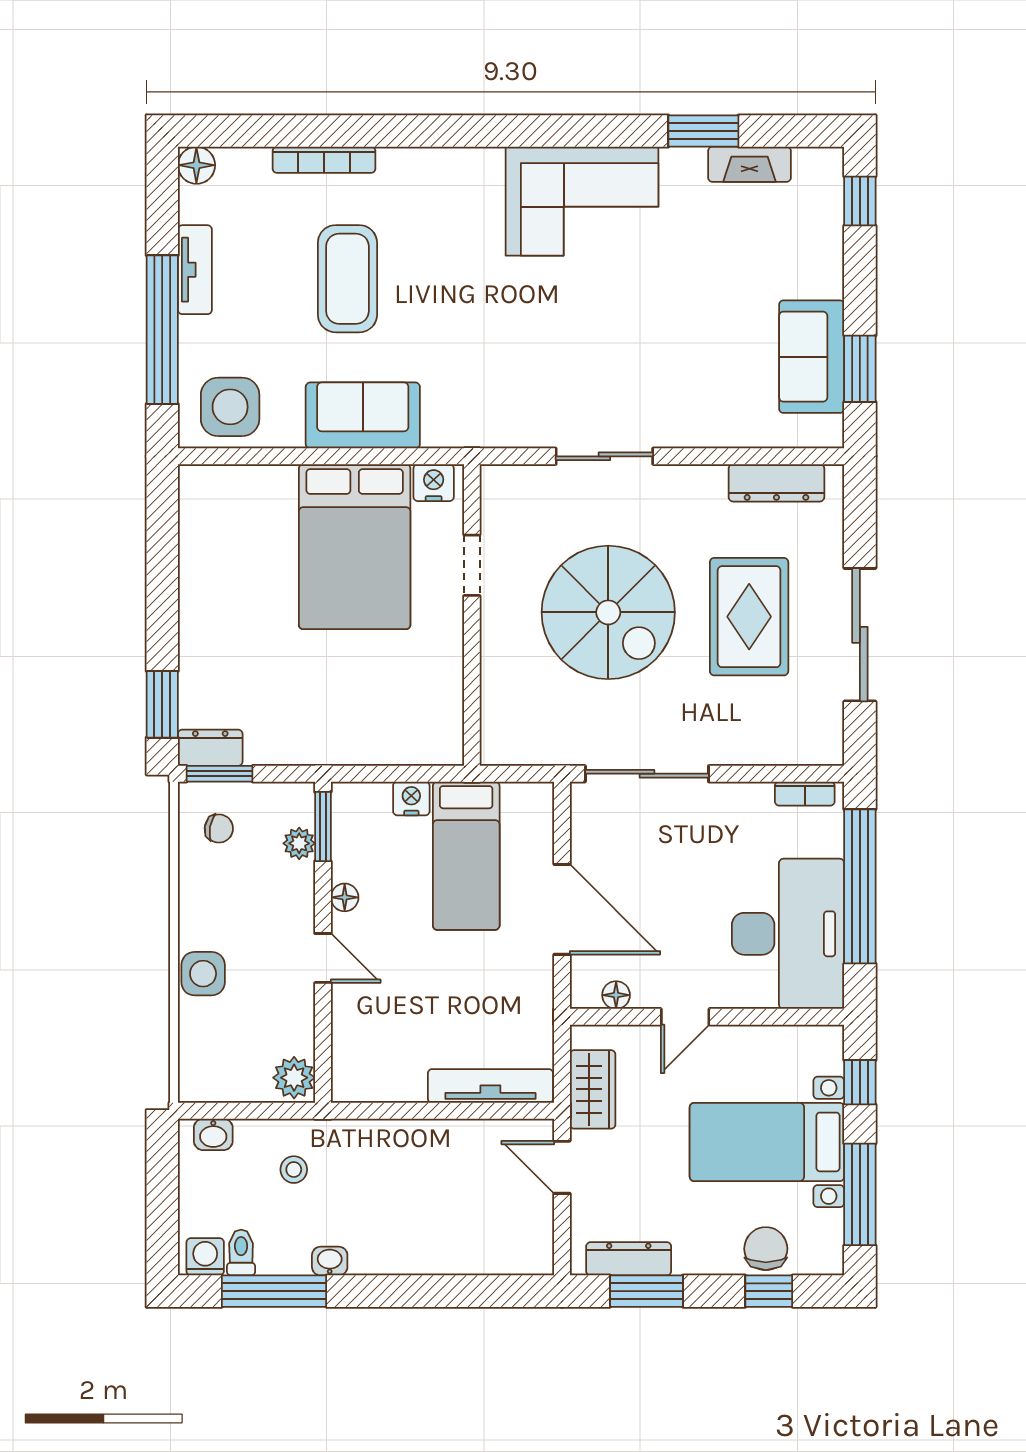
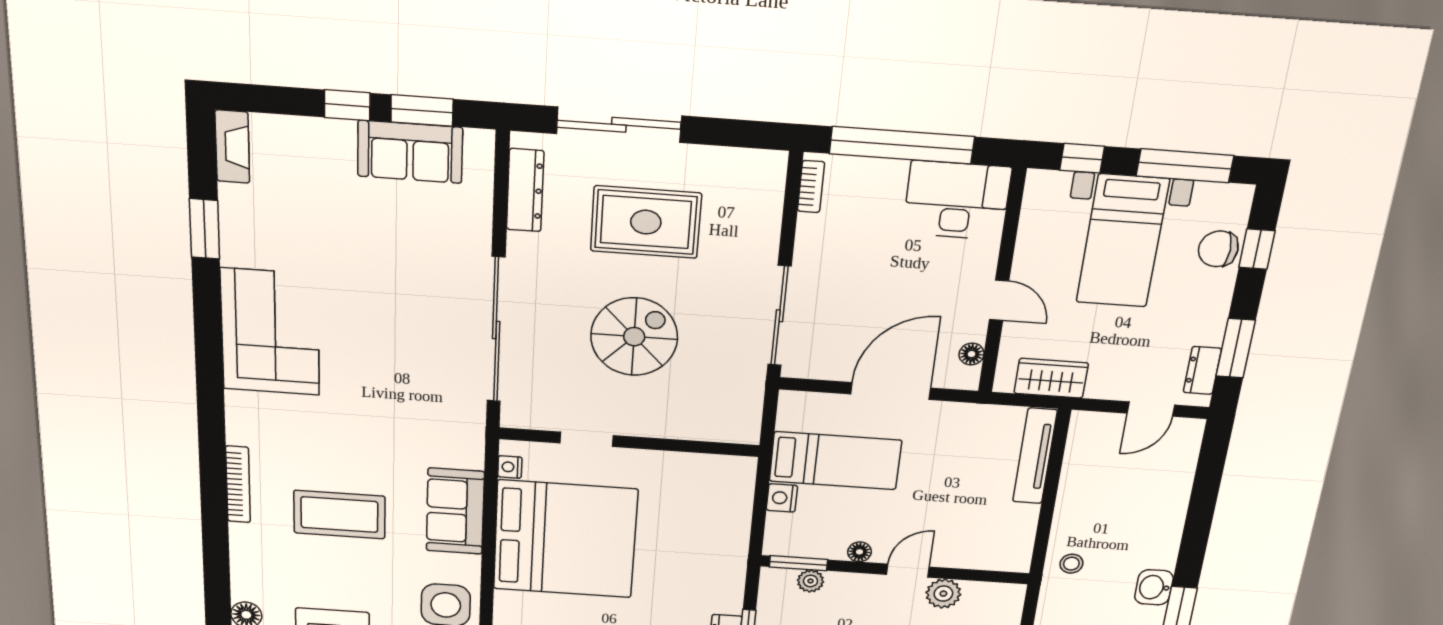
bookcase: (324, 160) -> (238, 484), moved
fireplace: (749, 164) -> (232, 147), moved
window: (860, 201) -> (347, 105), moved
sliding door: (604, 456) -> (496, 330), width x1.86
nightstand: (434, 483) -> (510, 467), width x0.72, depth x0.74
bed: (355, 547) -> (565, 539), width x1.36
spiral stairs: (608, 612) -> (634, 337), width x0.73, depth x0.73
sliding door: (860, 635) -> (619, 125), moved
desk: (788, 934) -> (957, 200), width x0.73, depth x0.77
plant: (294, 1078) -> (943, 594), moved
door: (562, 1167) -> (1151, 409), moved
stool: (294, 1170) -> (1071, 564), moved
dresser: (629, 1259) -> (1202, 370), width x0.70
washbasin: (330, 1261) -> (1154, 587), width x1.38, depth x1.45

